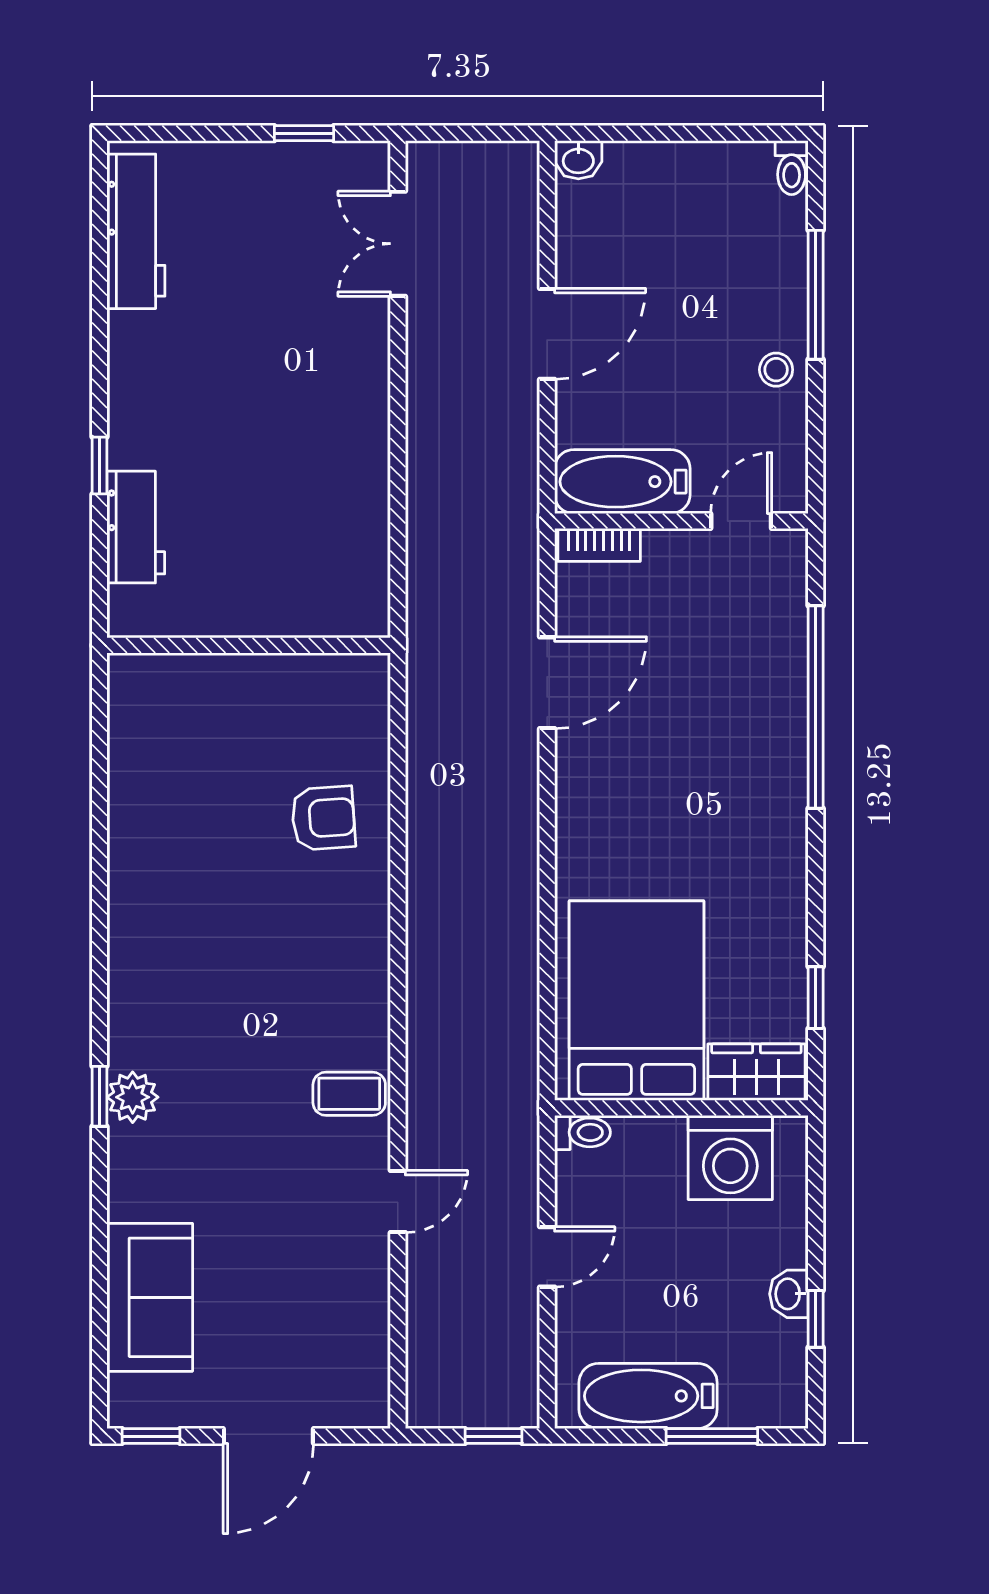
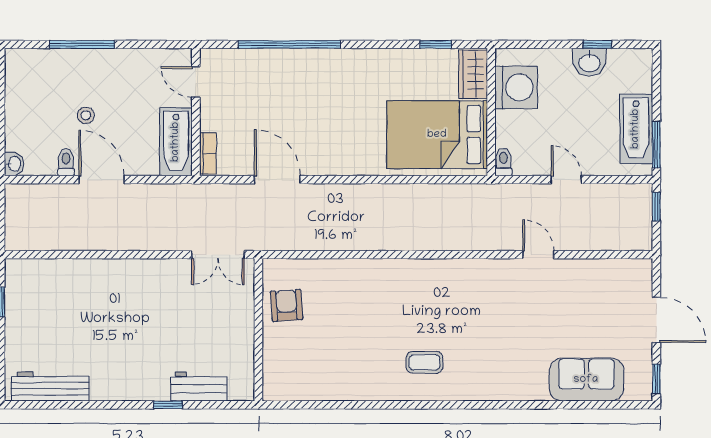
toilet: (792, 168) -> (66, 162), moved, turned -90
double door: (398, 244) -> (218, 255), moved
stool: (776, 370) -> (86, 115), moved
armchair: (323, 818) -> (287, 305), moved
coffee table: (349, 1094) -> (425, 362), moved, turned 90
window: (100, 1096) -> (485, 405), removed
plant: (133, 1097) -> (486, 388), removed
washbasin: (789, 1294) -> (589, 62), width x1.38, depth x1.45
window: (712, 1436) -> (656, 145), moved

